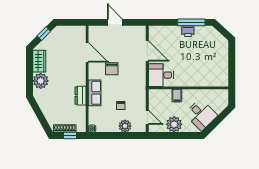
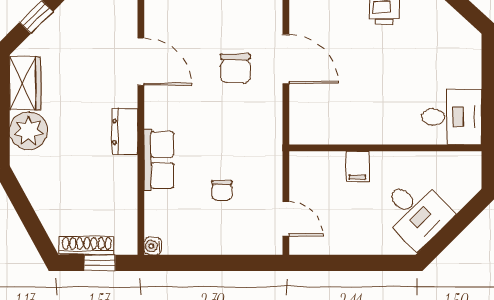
chair: (112, 69) -> (235, 68), moved
desk: (161, 75) -> (452, 117), moved, turned 180
dresser: (80, 96) -> (125, 132), moved
plant: (174, 124) -> (351, 236), removed
plant: (125, 126) -> (232, 240), removed

